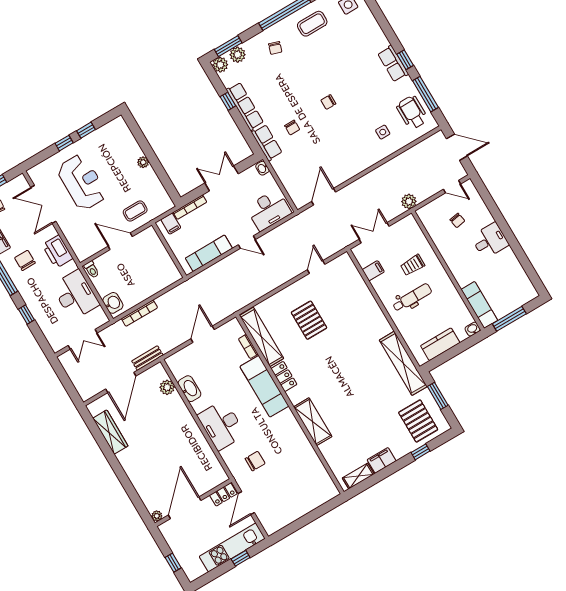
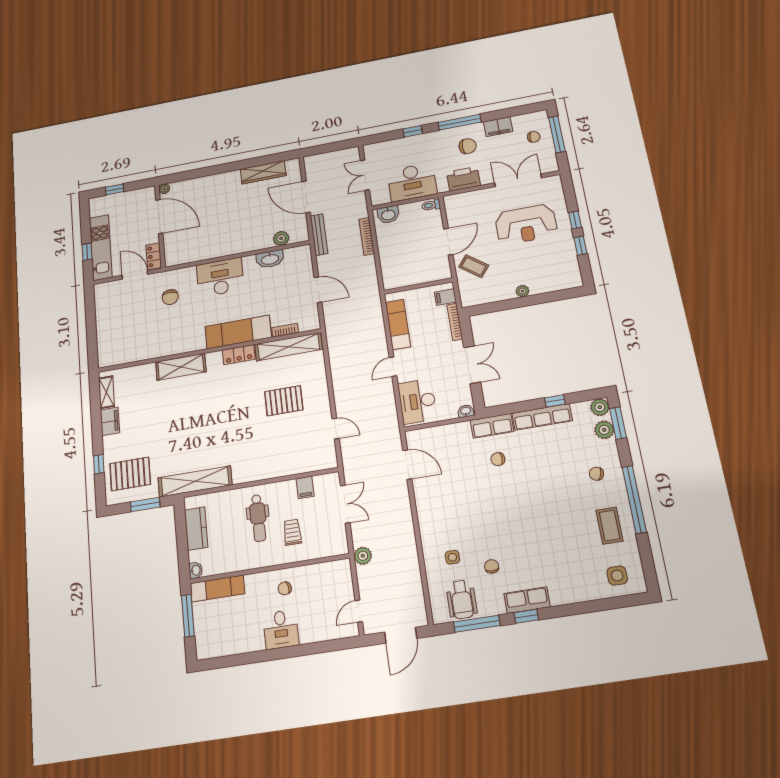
chair: (328, 102) -> (492, 566), moved
wheelchair: (412, 112) -> (462, 600), turned 90
coffee table: (135, 211) -> (474, 266), turned -52
chair: (457, 220) -> (285, 588), moved
bench: (147, 358) -> (319, 235), width x1.36

